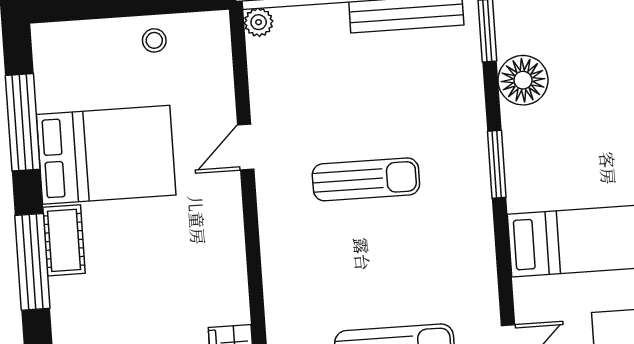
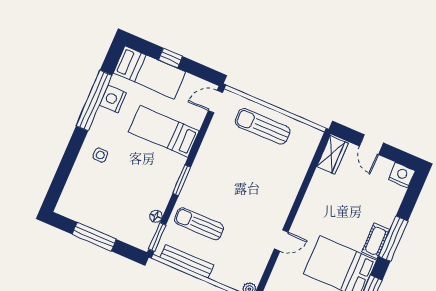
floor lamp: (523, 80) -> (156, 216), width x0.53, depth x0.53
sun lounger: (366, 179) -> (199, 224), moved

